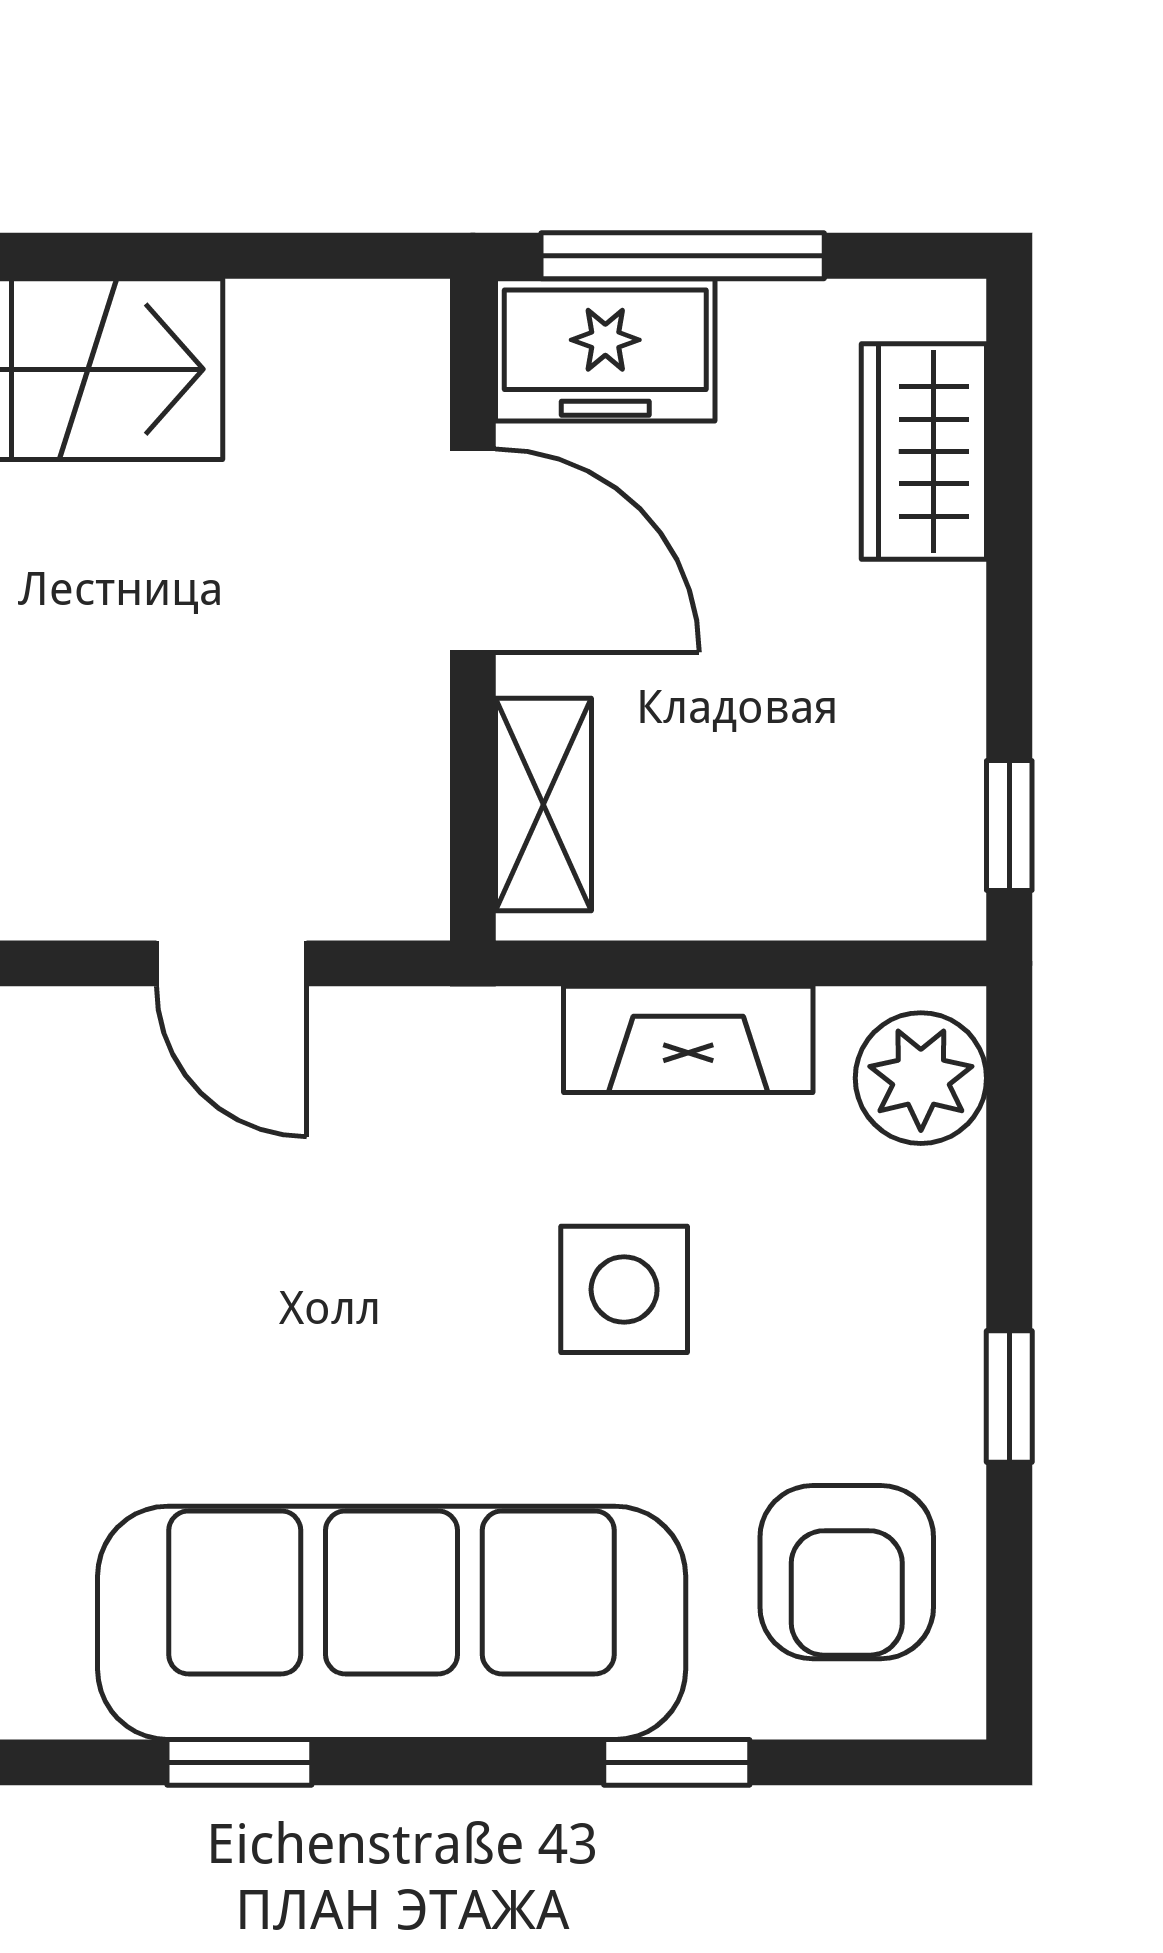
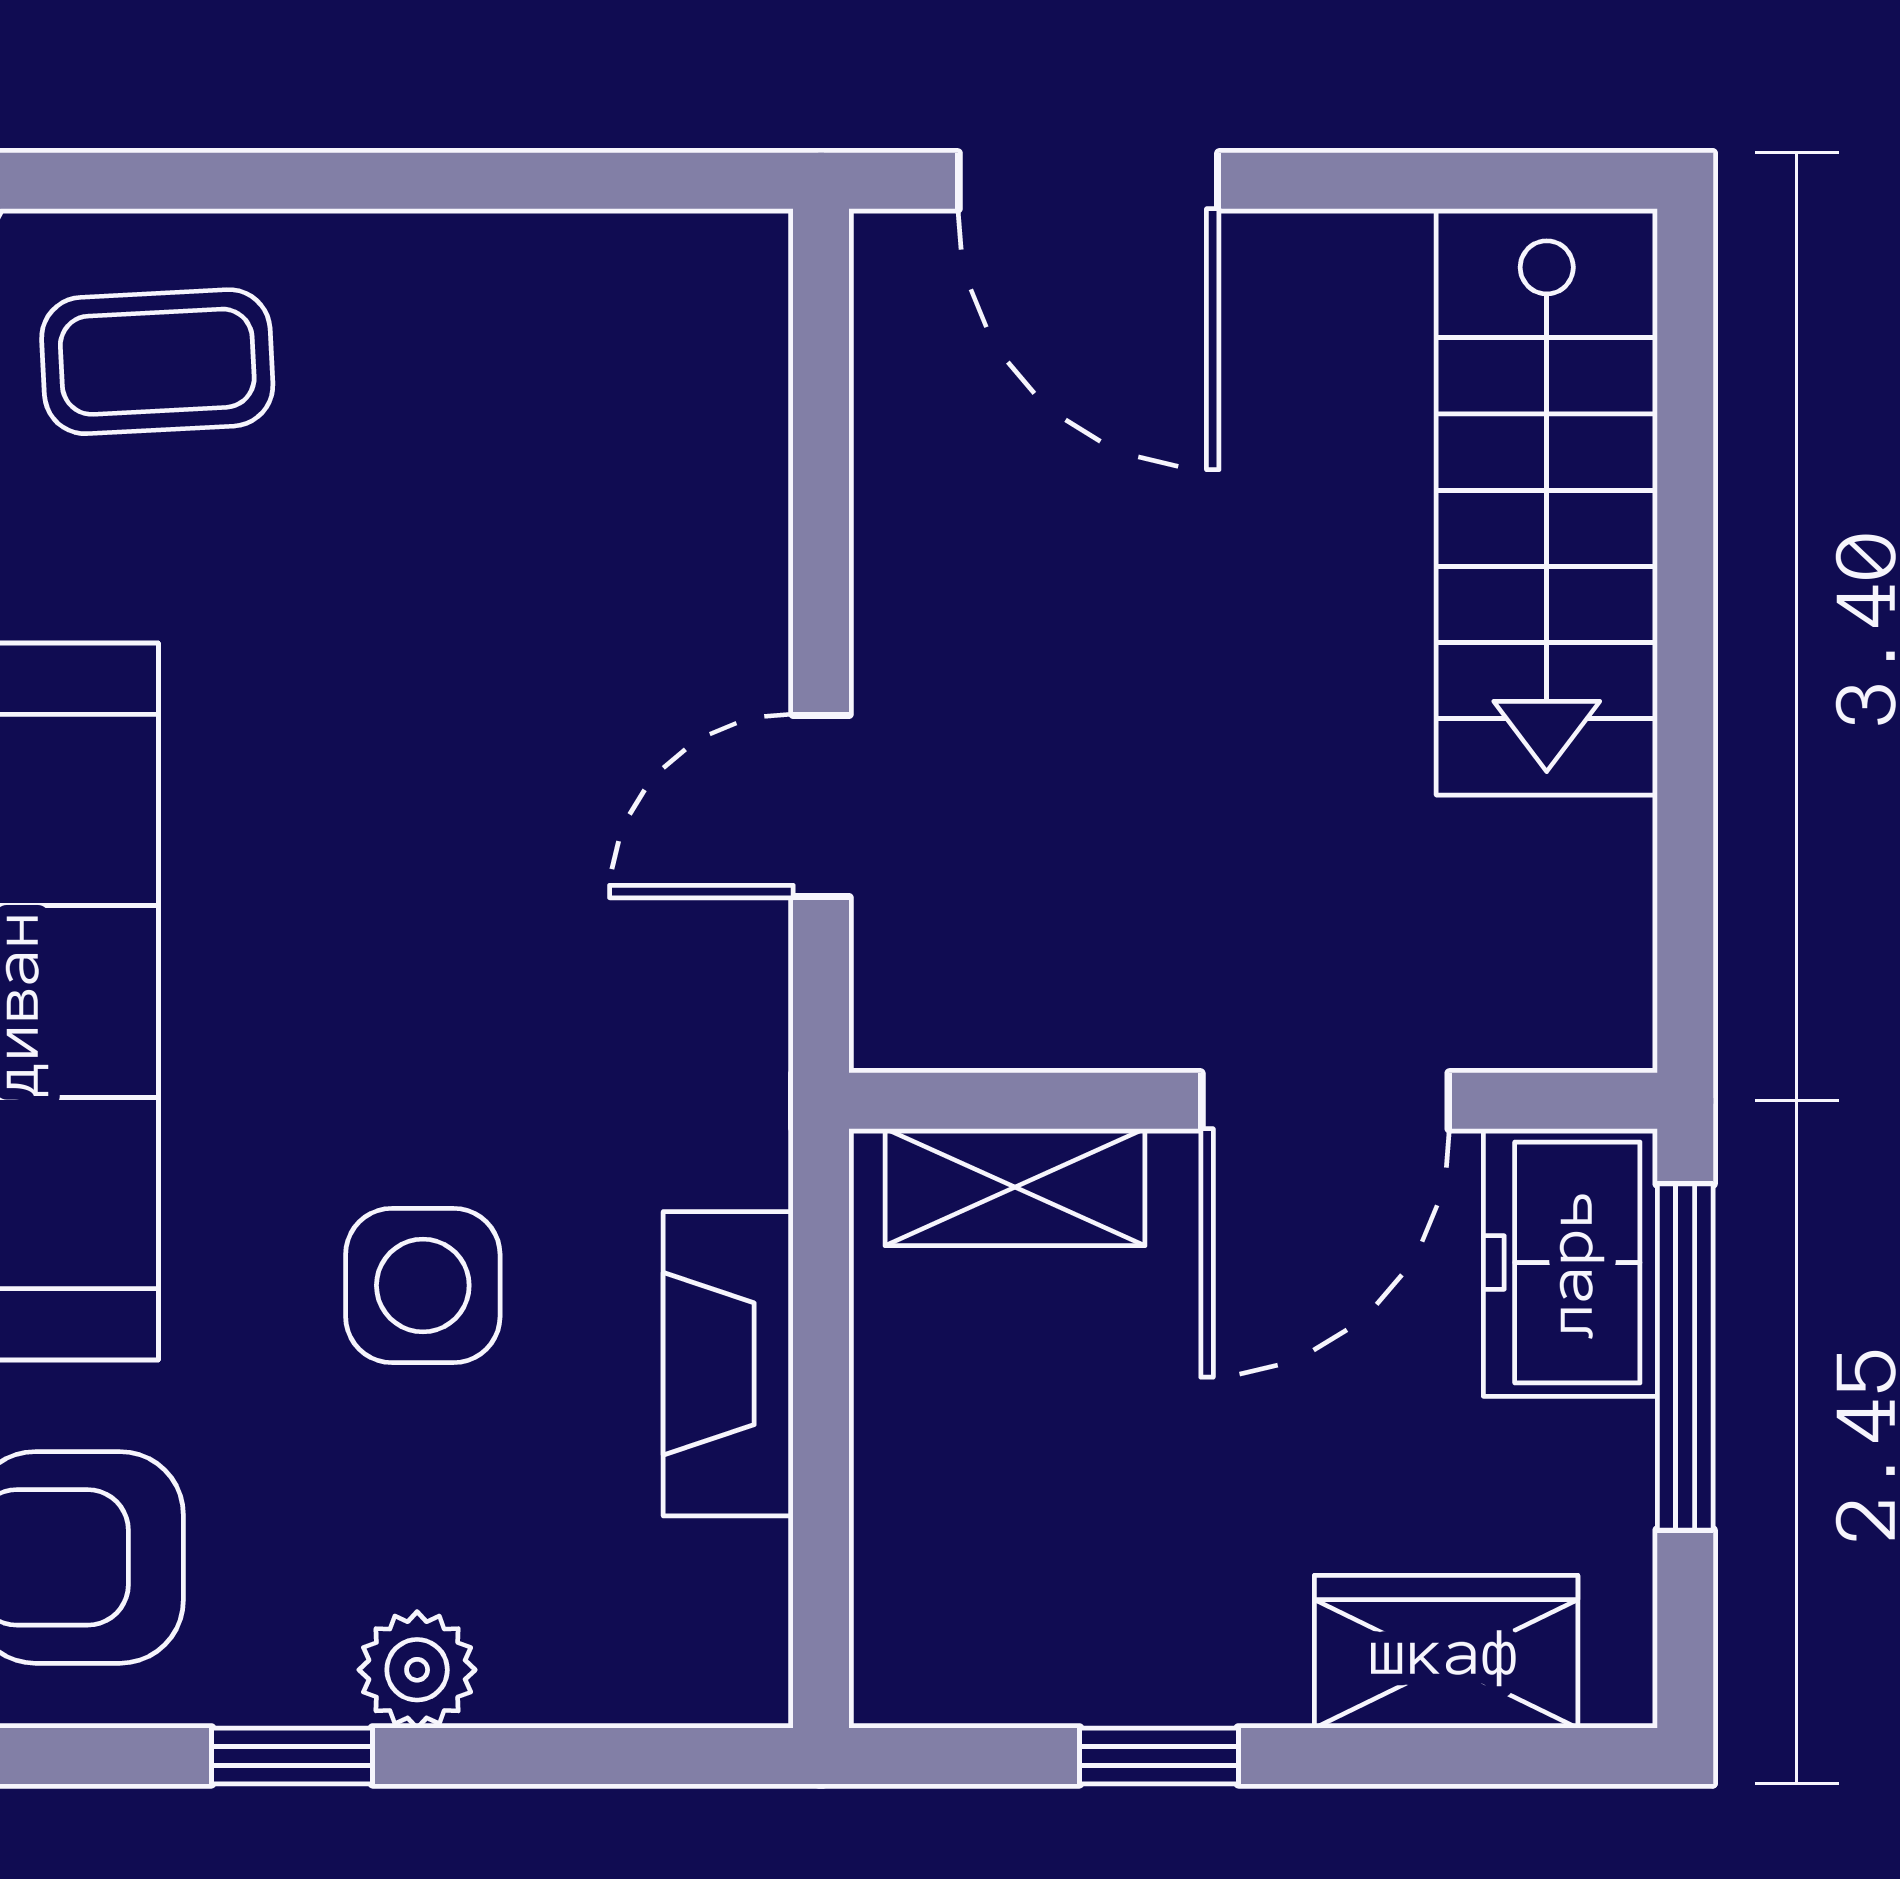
window: (1009, 826) -> (1159, 1756), moved
plant: (921, 1078) -> (417, 1670), moved, width x0.73, depth x0.73

